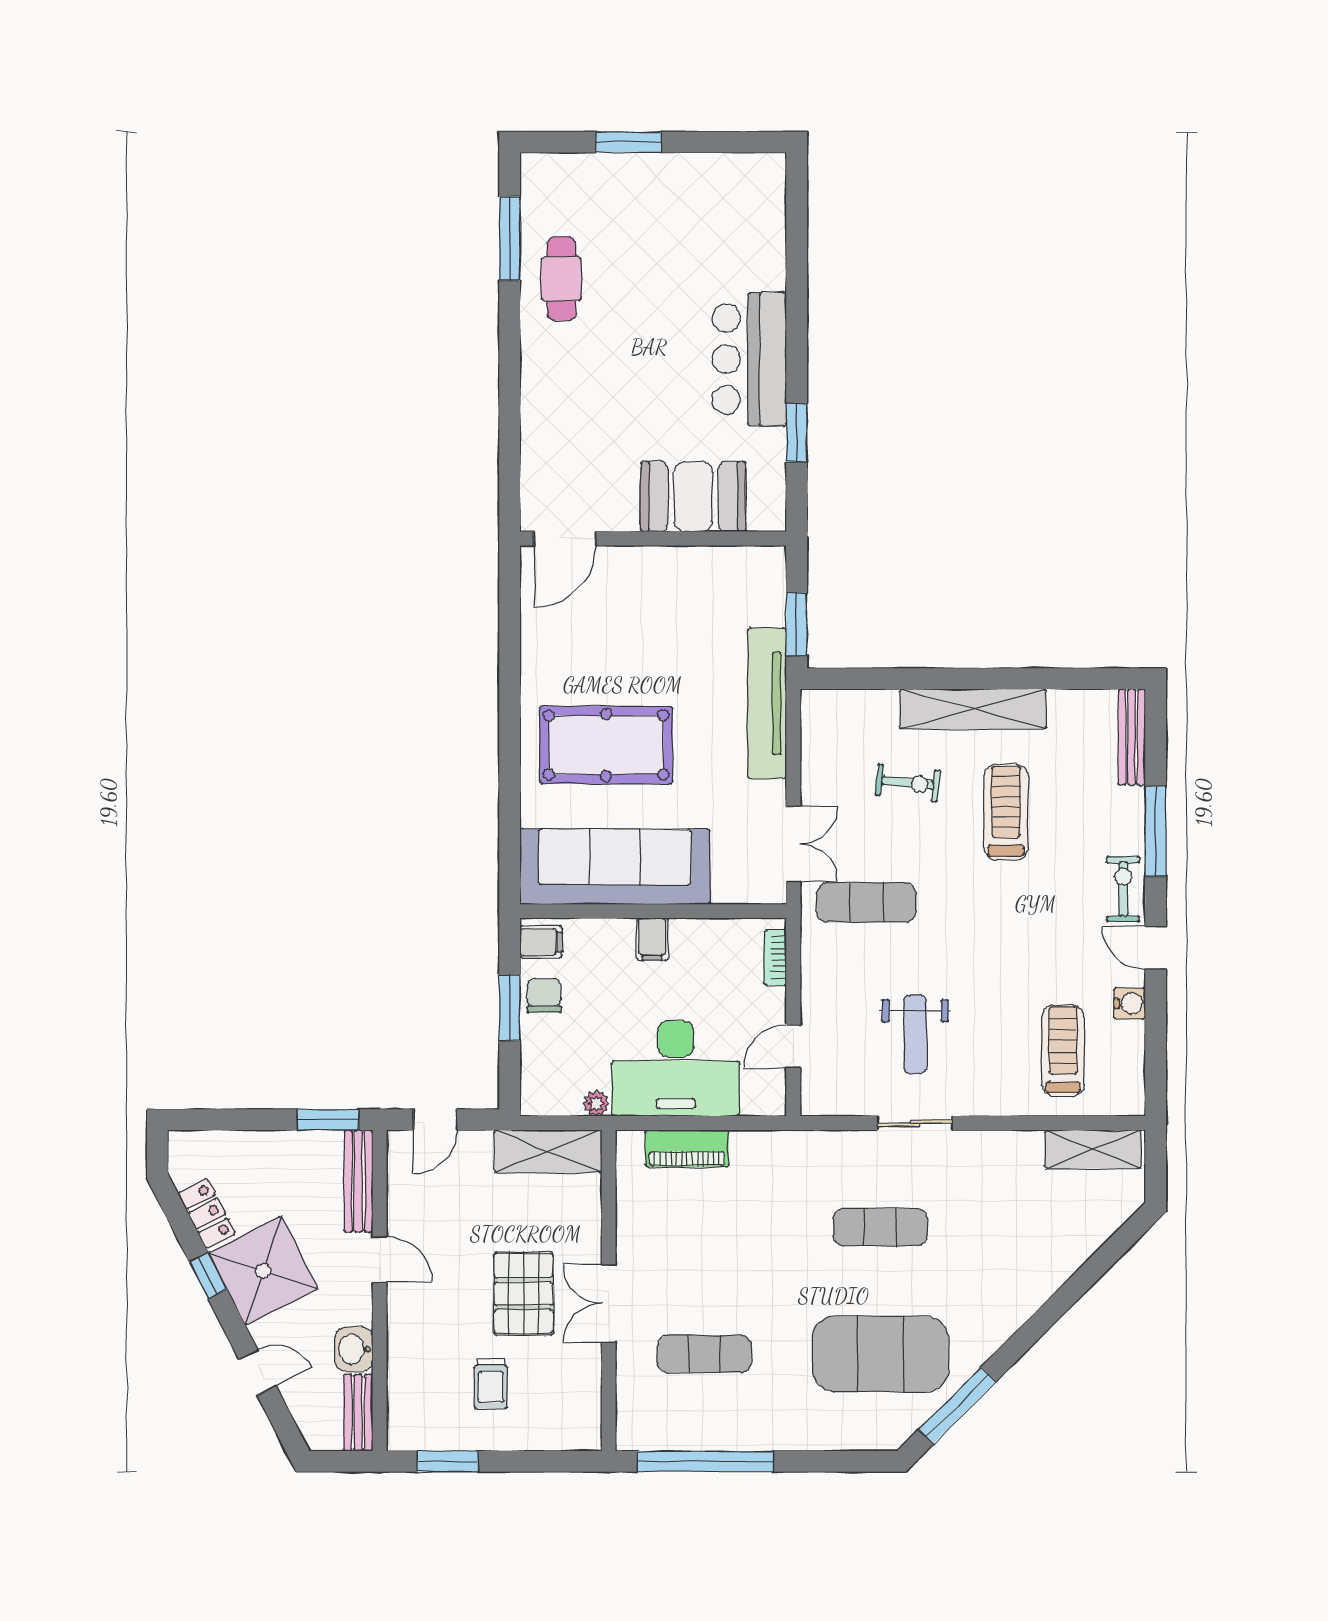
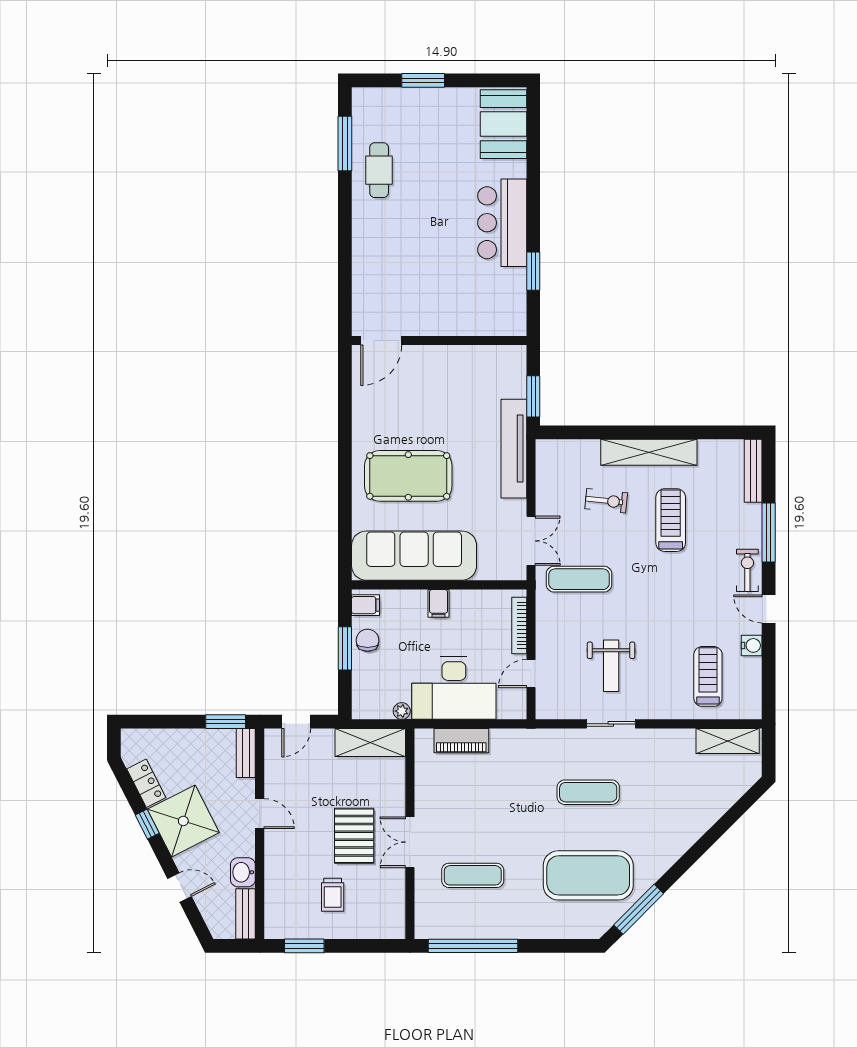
booth: (693, 497) -> (503, 124), moved, turned 90
bookcase: (775, 957) -> (519, 625), width x1.56
bench: (358, 1181) -> (246, 753), width x0.73

